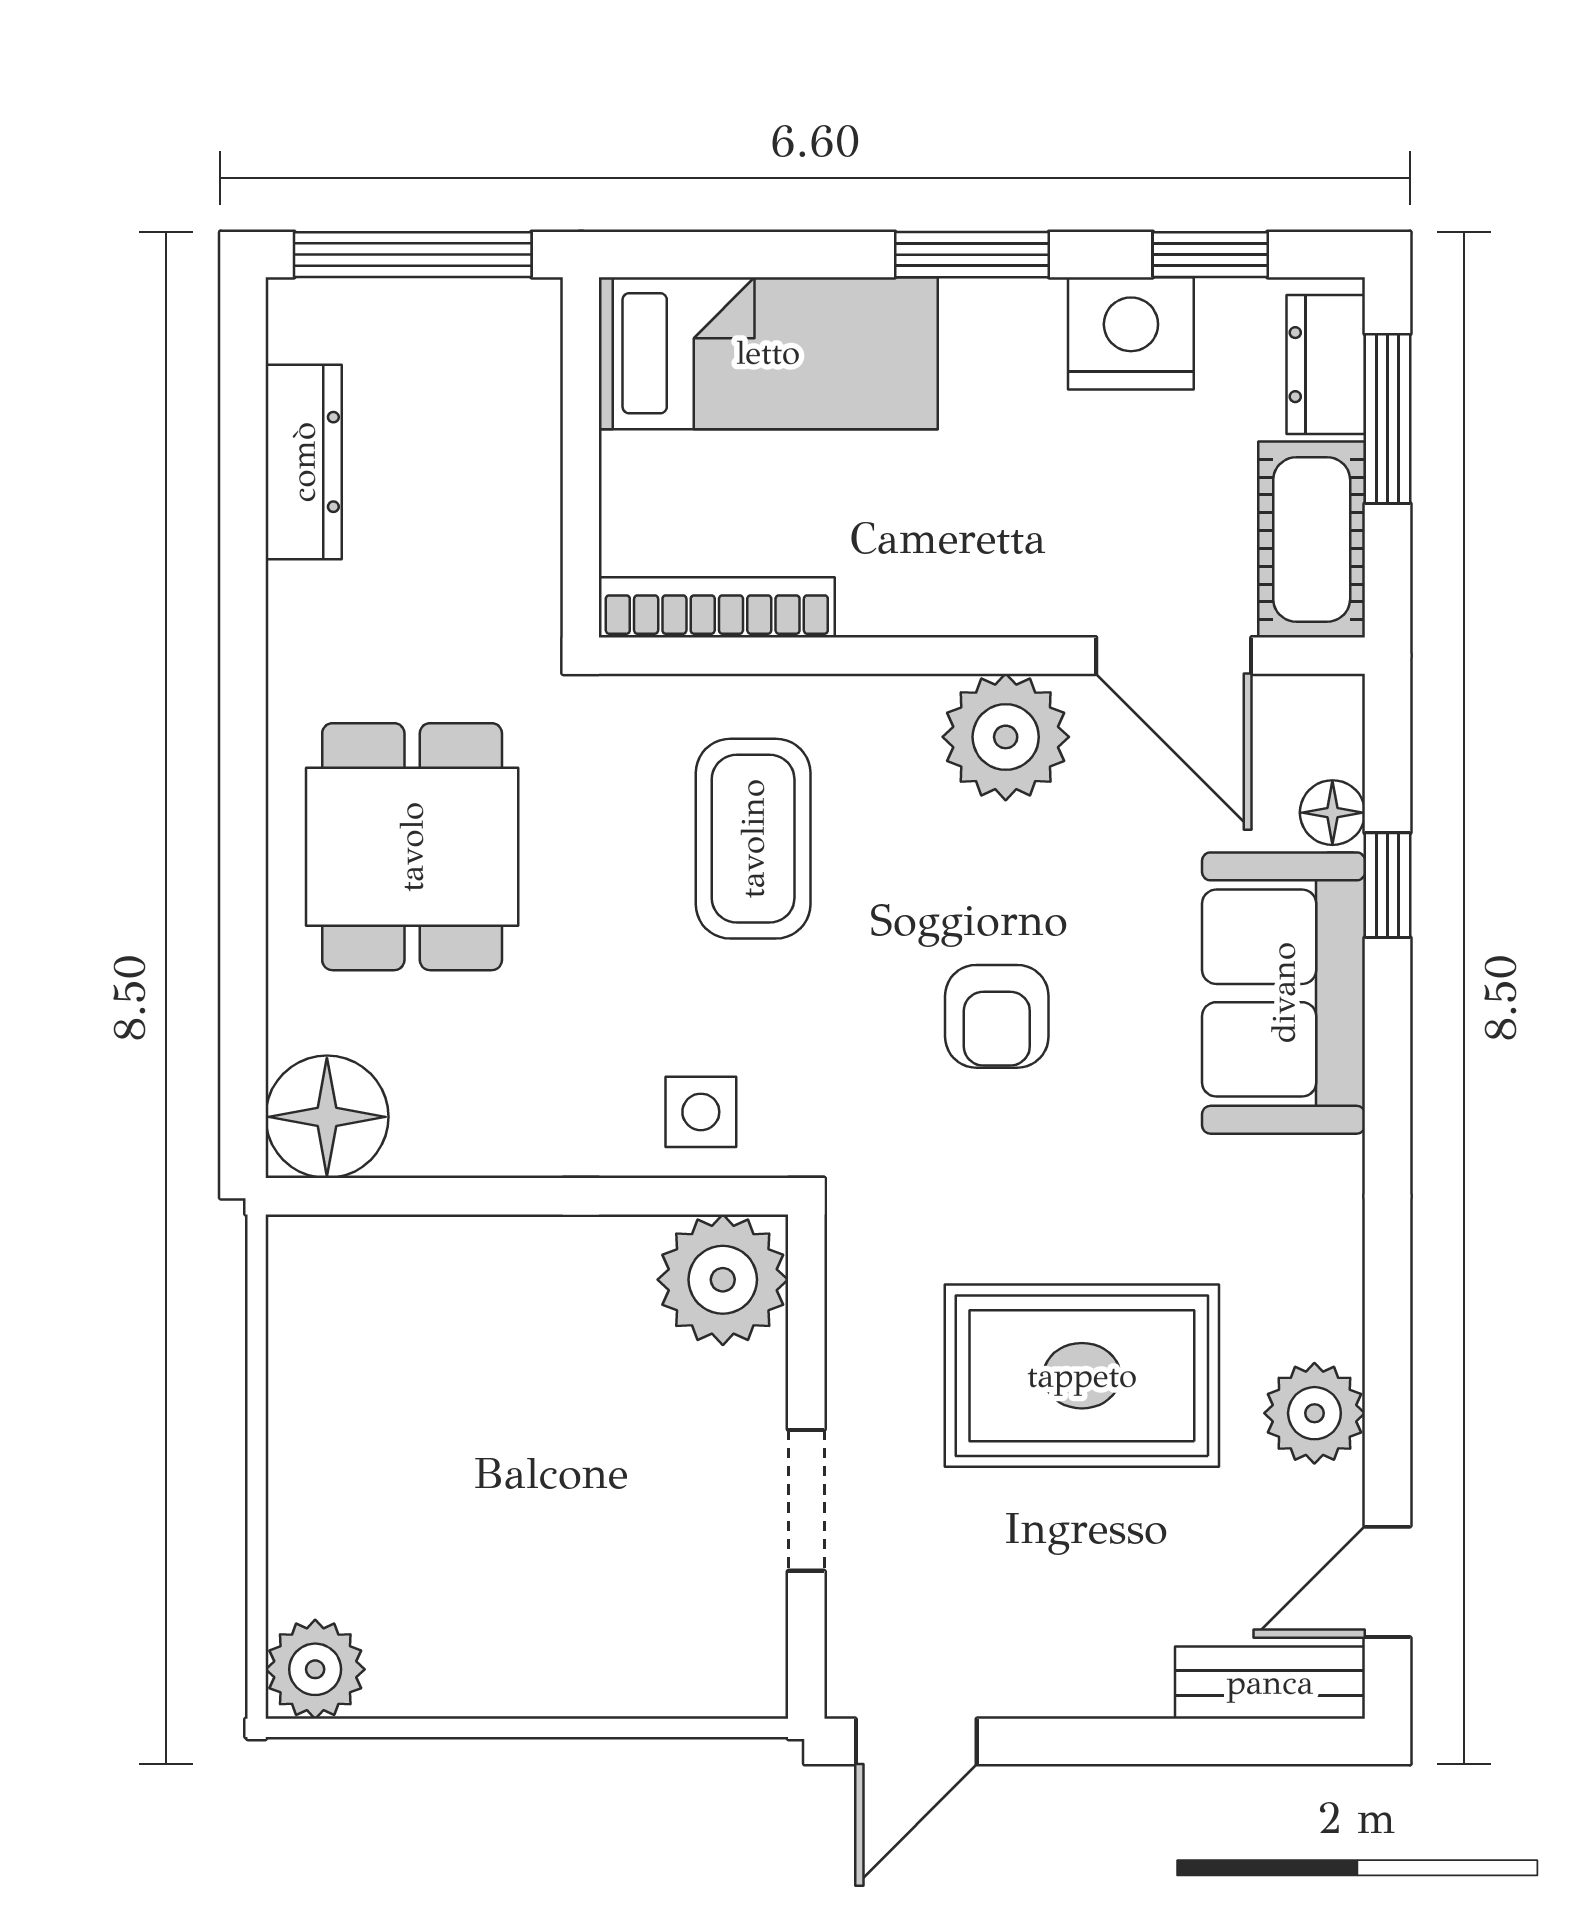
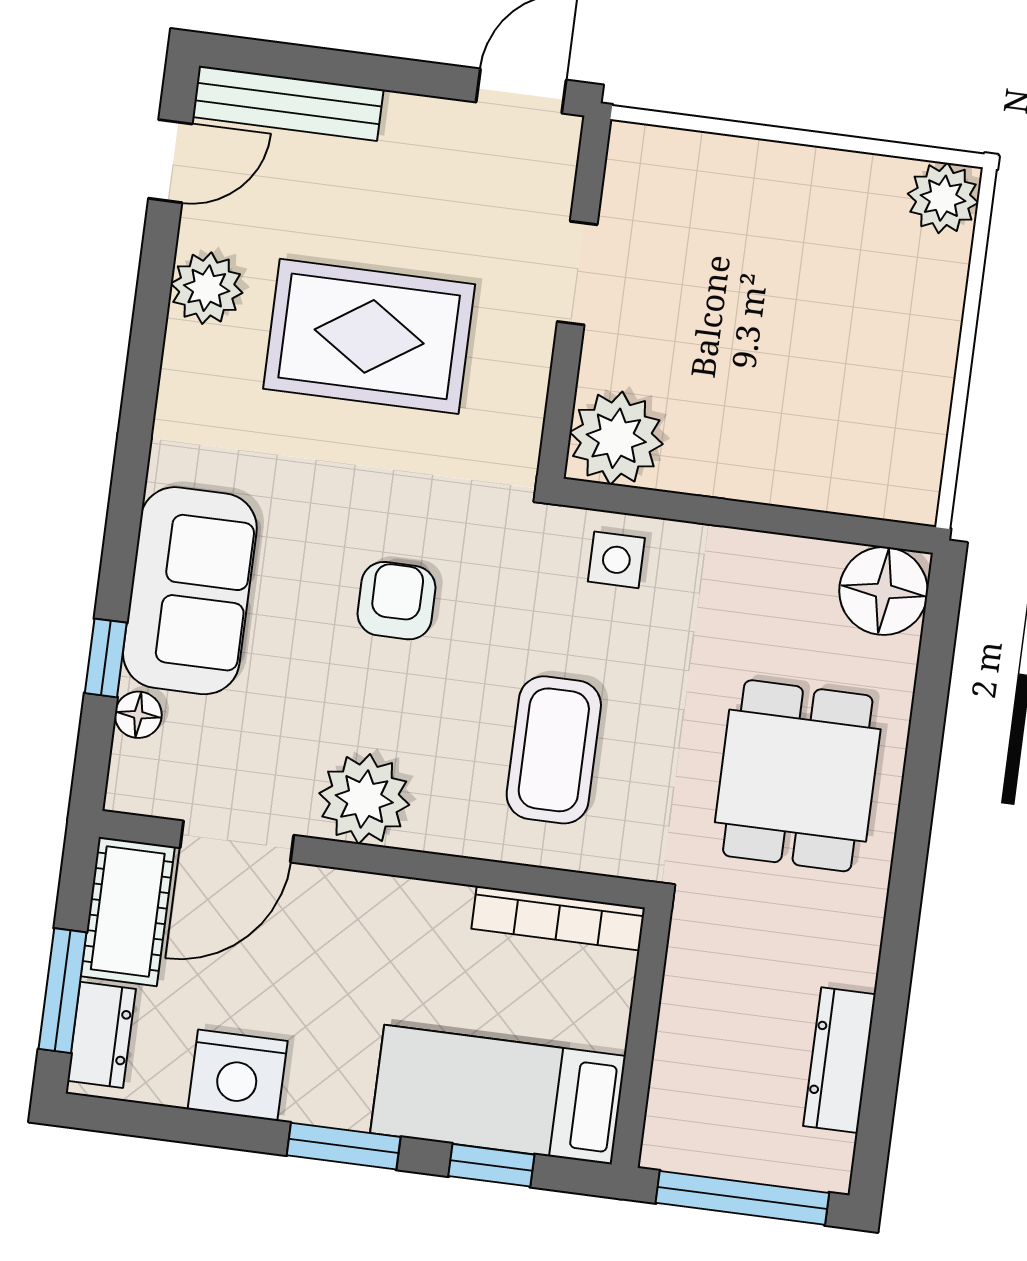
window: (1210, 255) -> (491, 1165), moved
door: (1174, 656) -> (237, 841), swing flipped
bench: (1270, 1683) -> (288, 103), width x1.36

